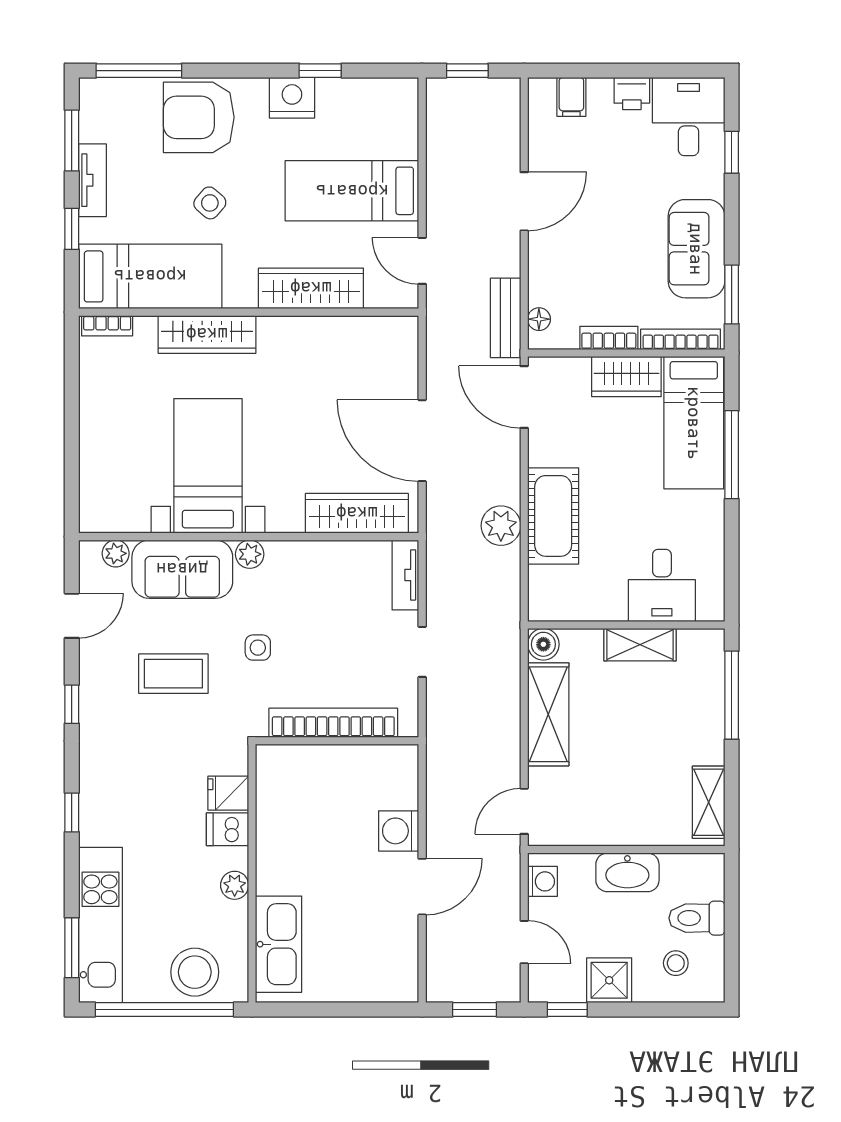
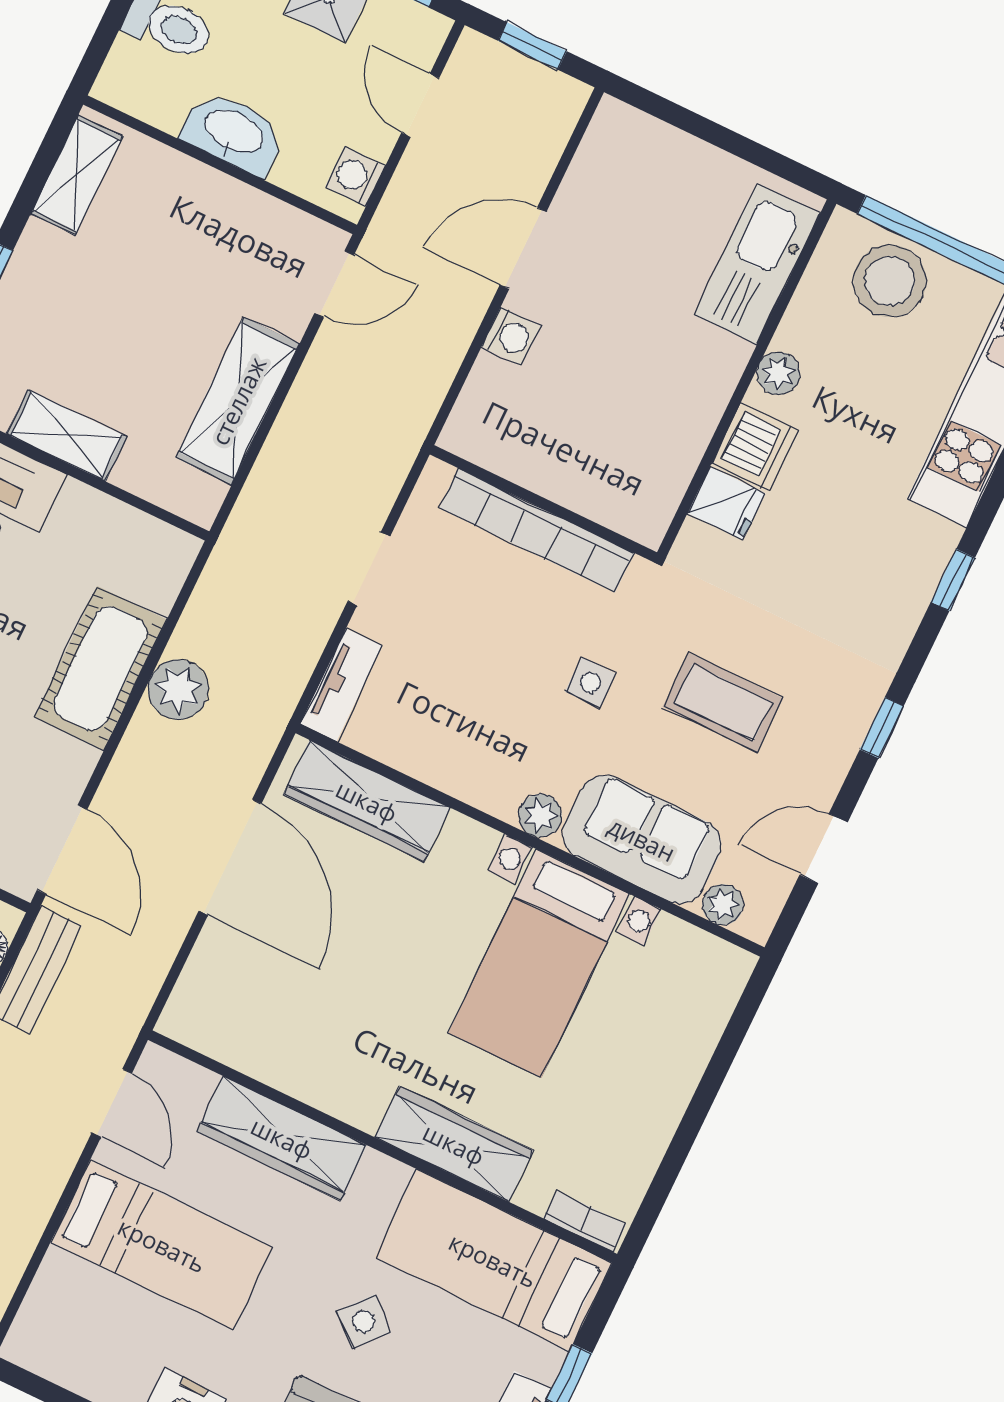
boiler: (543, 644) -> (198, 500), removed
dishwasher: (228, 829) -> (755, 446), width x1.38
washing machine: (399, 831) -> (511, 336), width x0.73, depth x0.73

